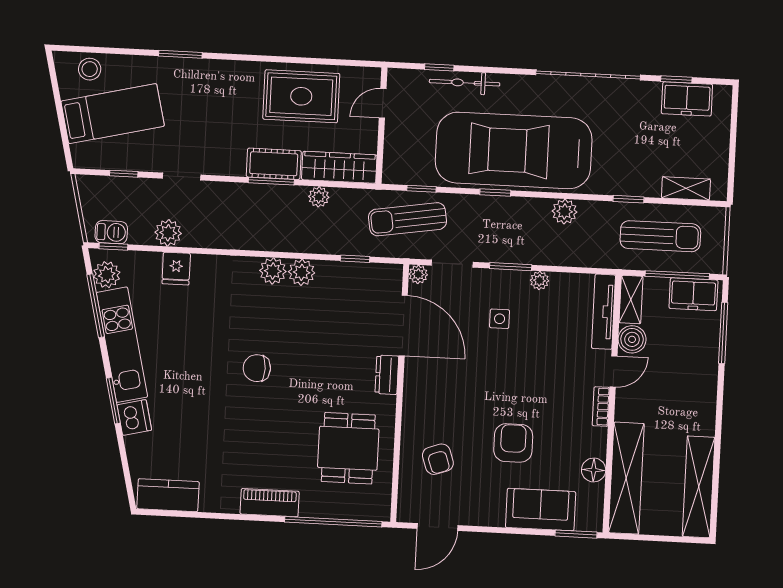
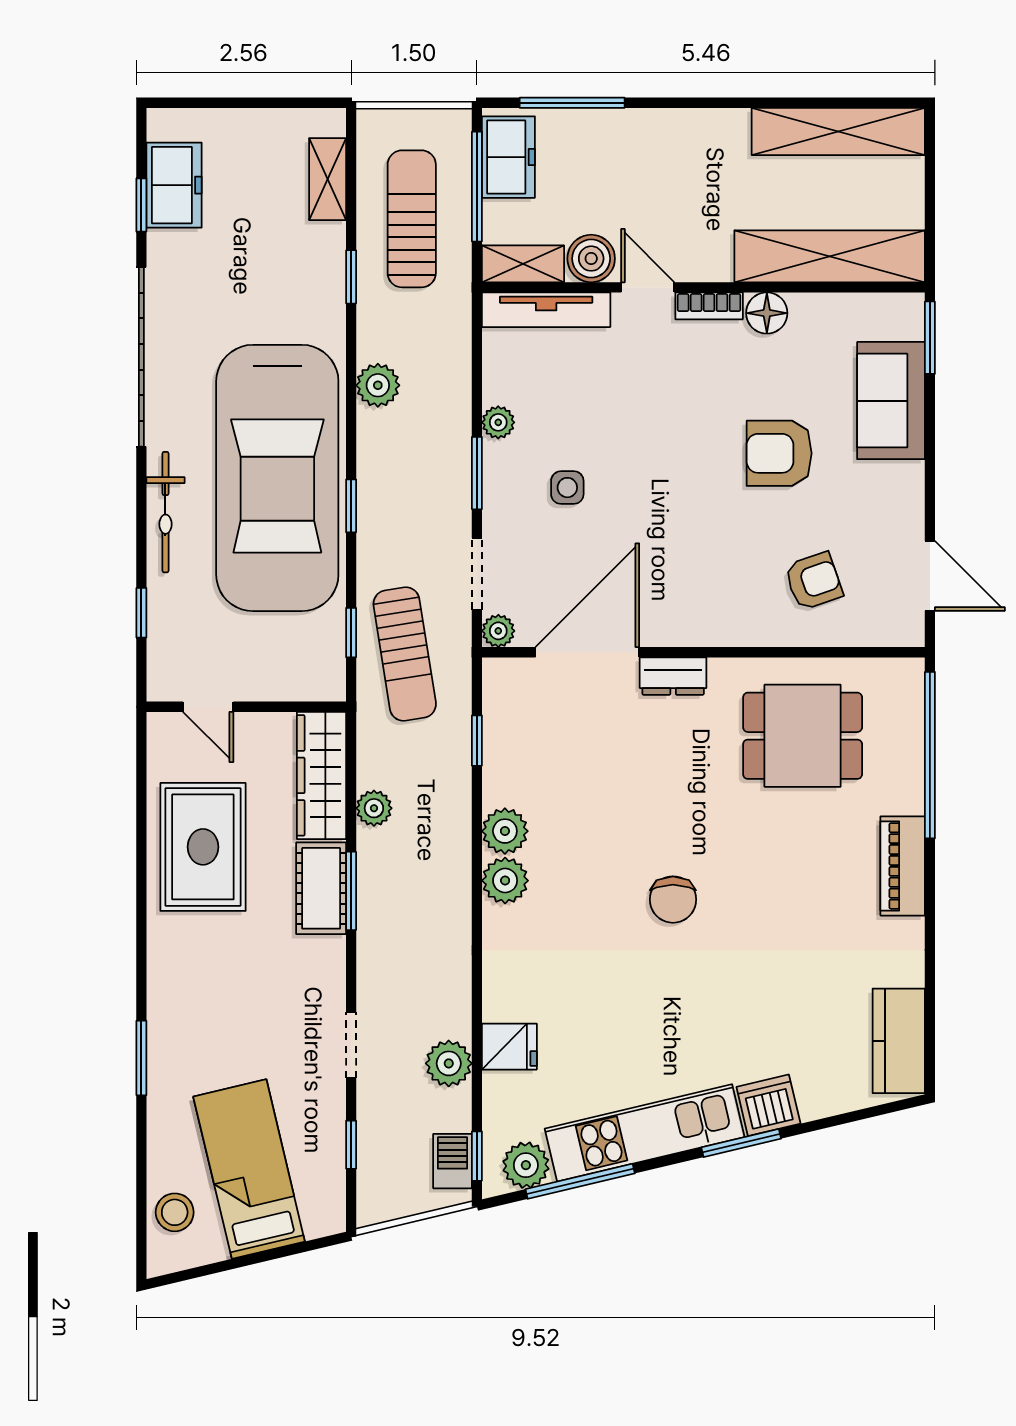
bicycle: (465, 83) -> (165, 512), moved
floor lamp: (594, 470) -> (767, 313), moved

